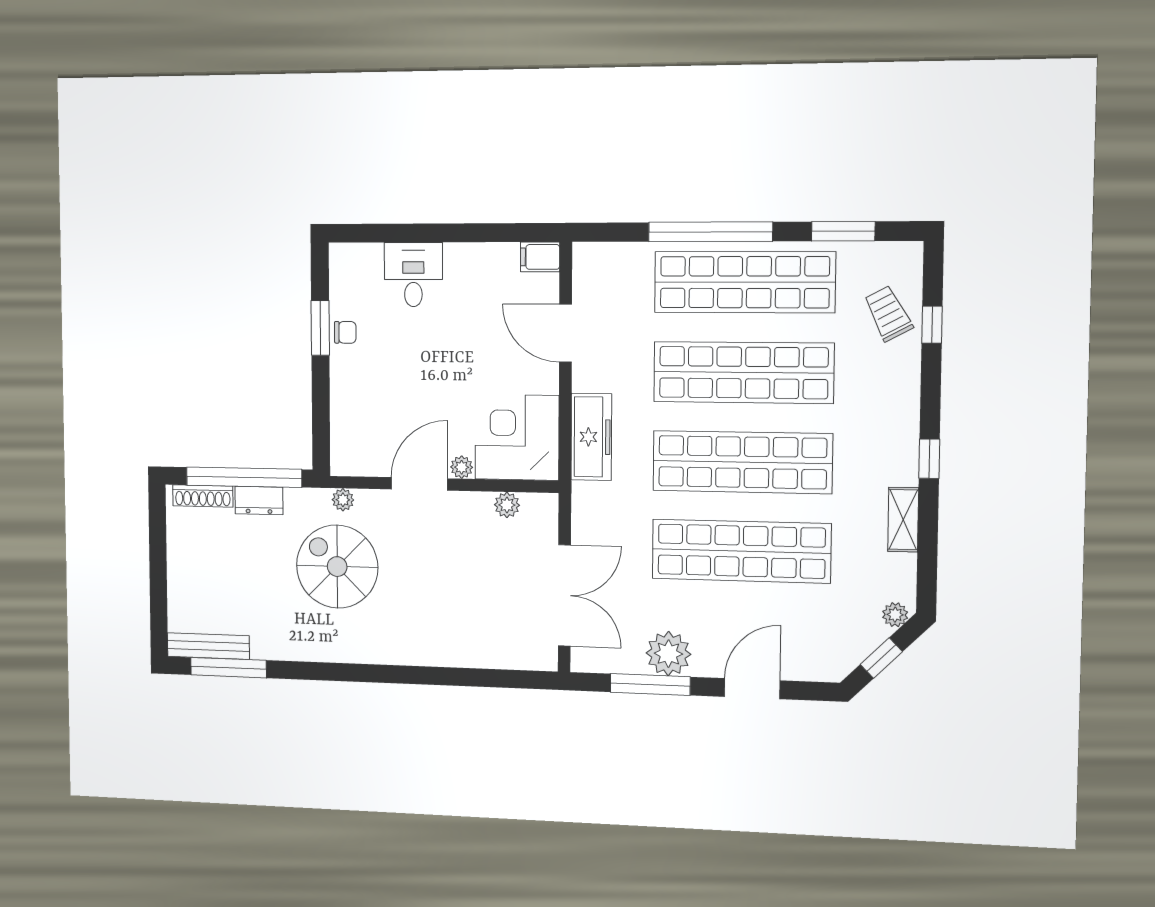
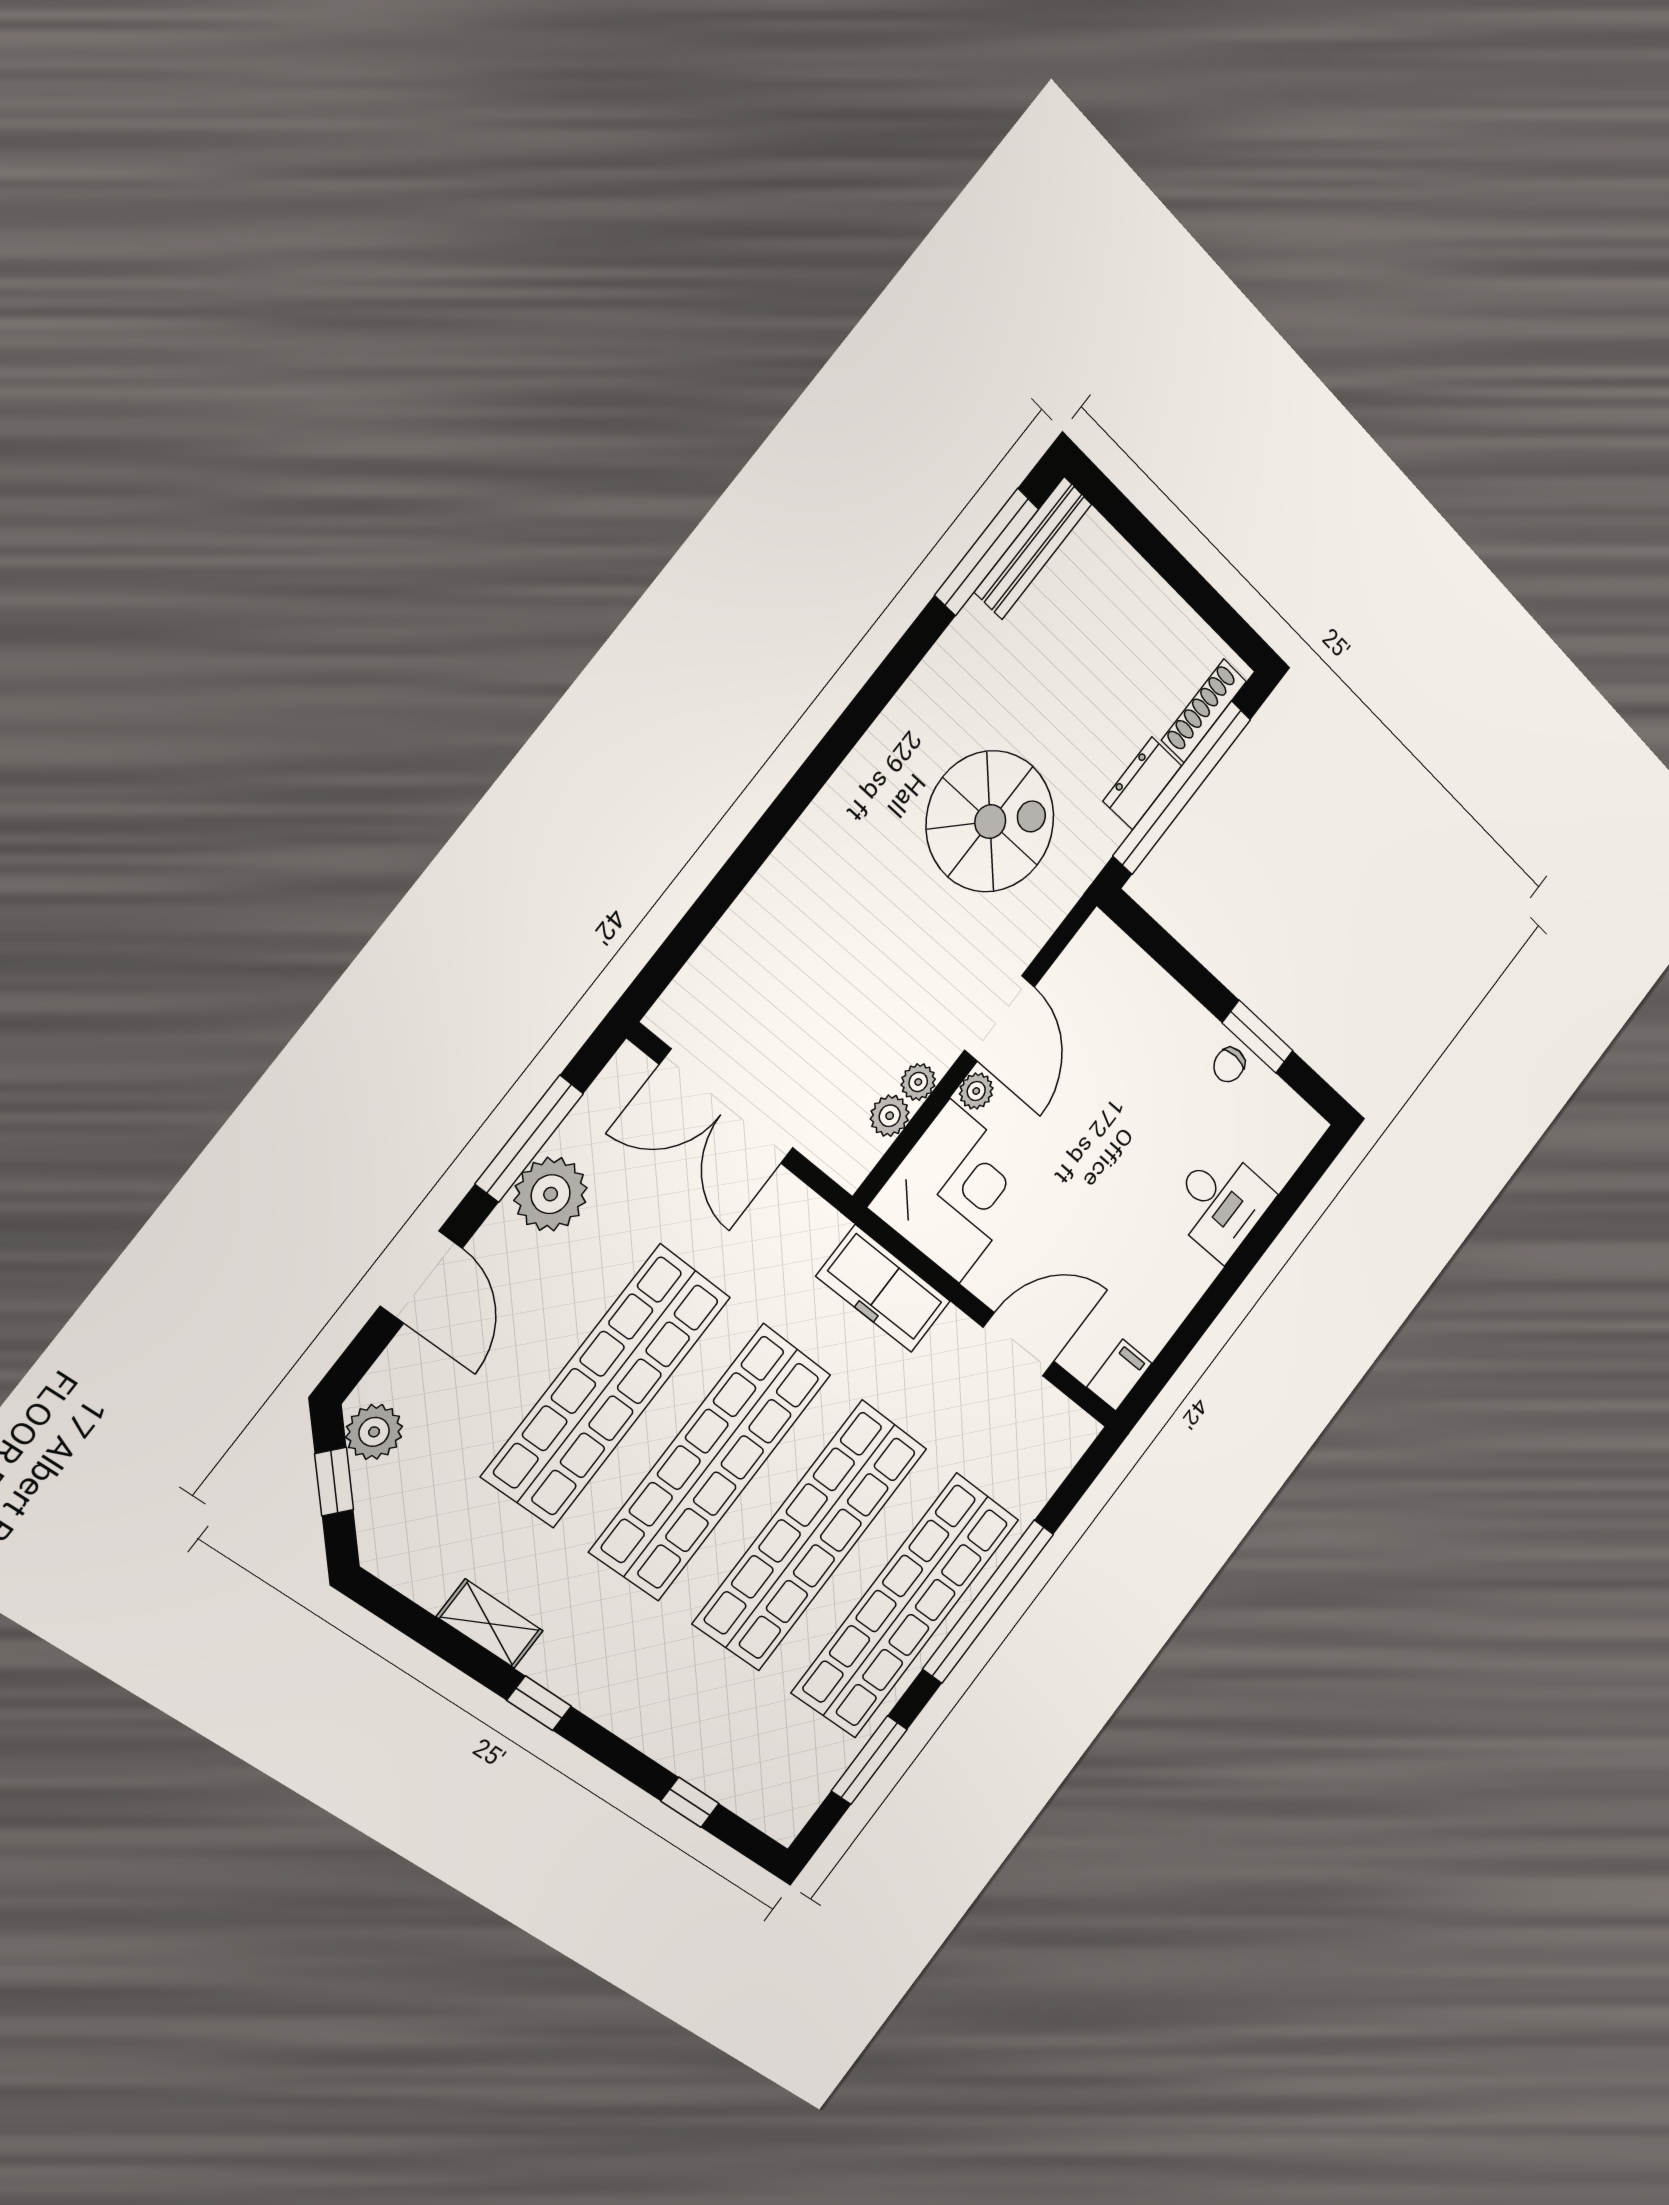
trolley: (888, 313) -> (742, 1757), removed
plant: (343, 500) -> (918, 1082), moved
plant: (895, 615) -> (374, 1432), moved, width x1.38, depth x1.38

